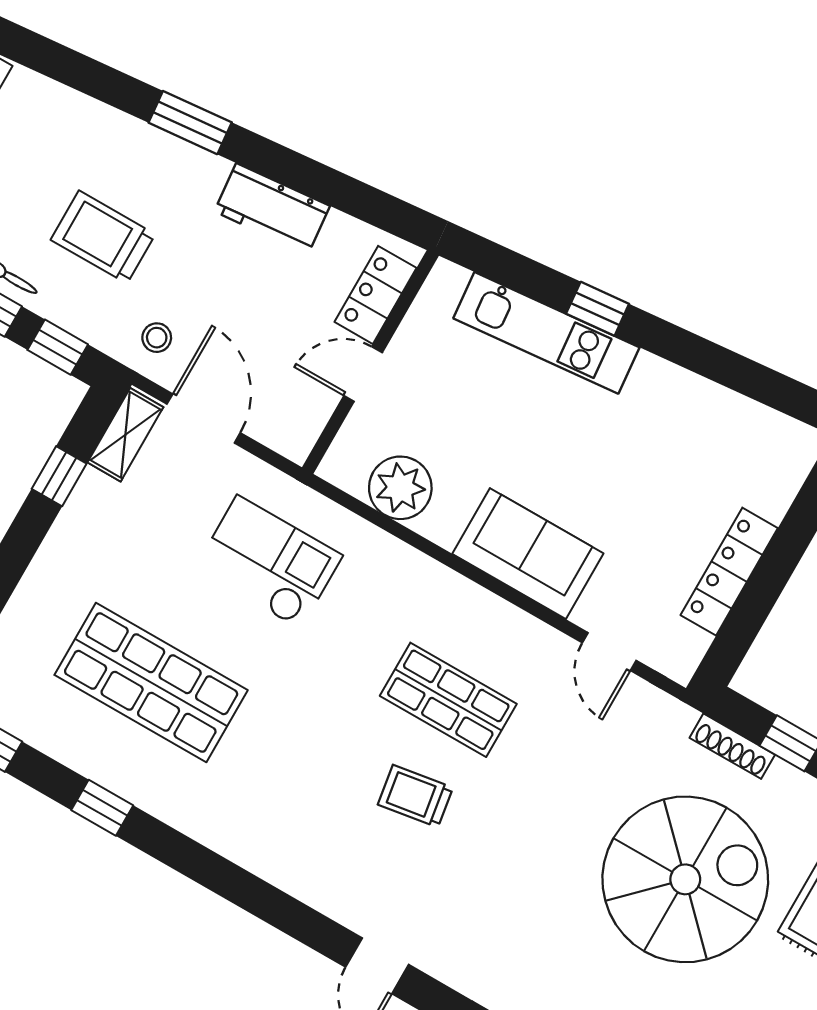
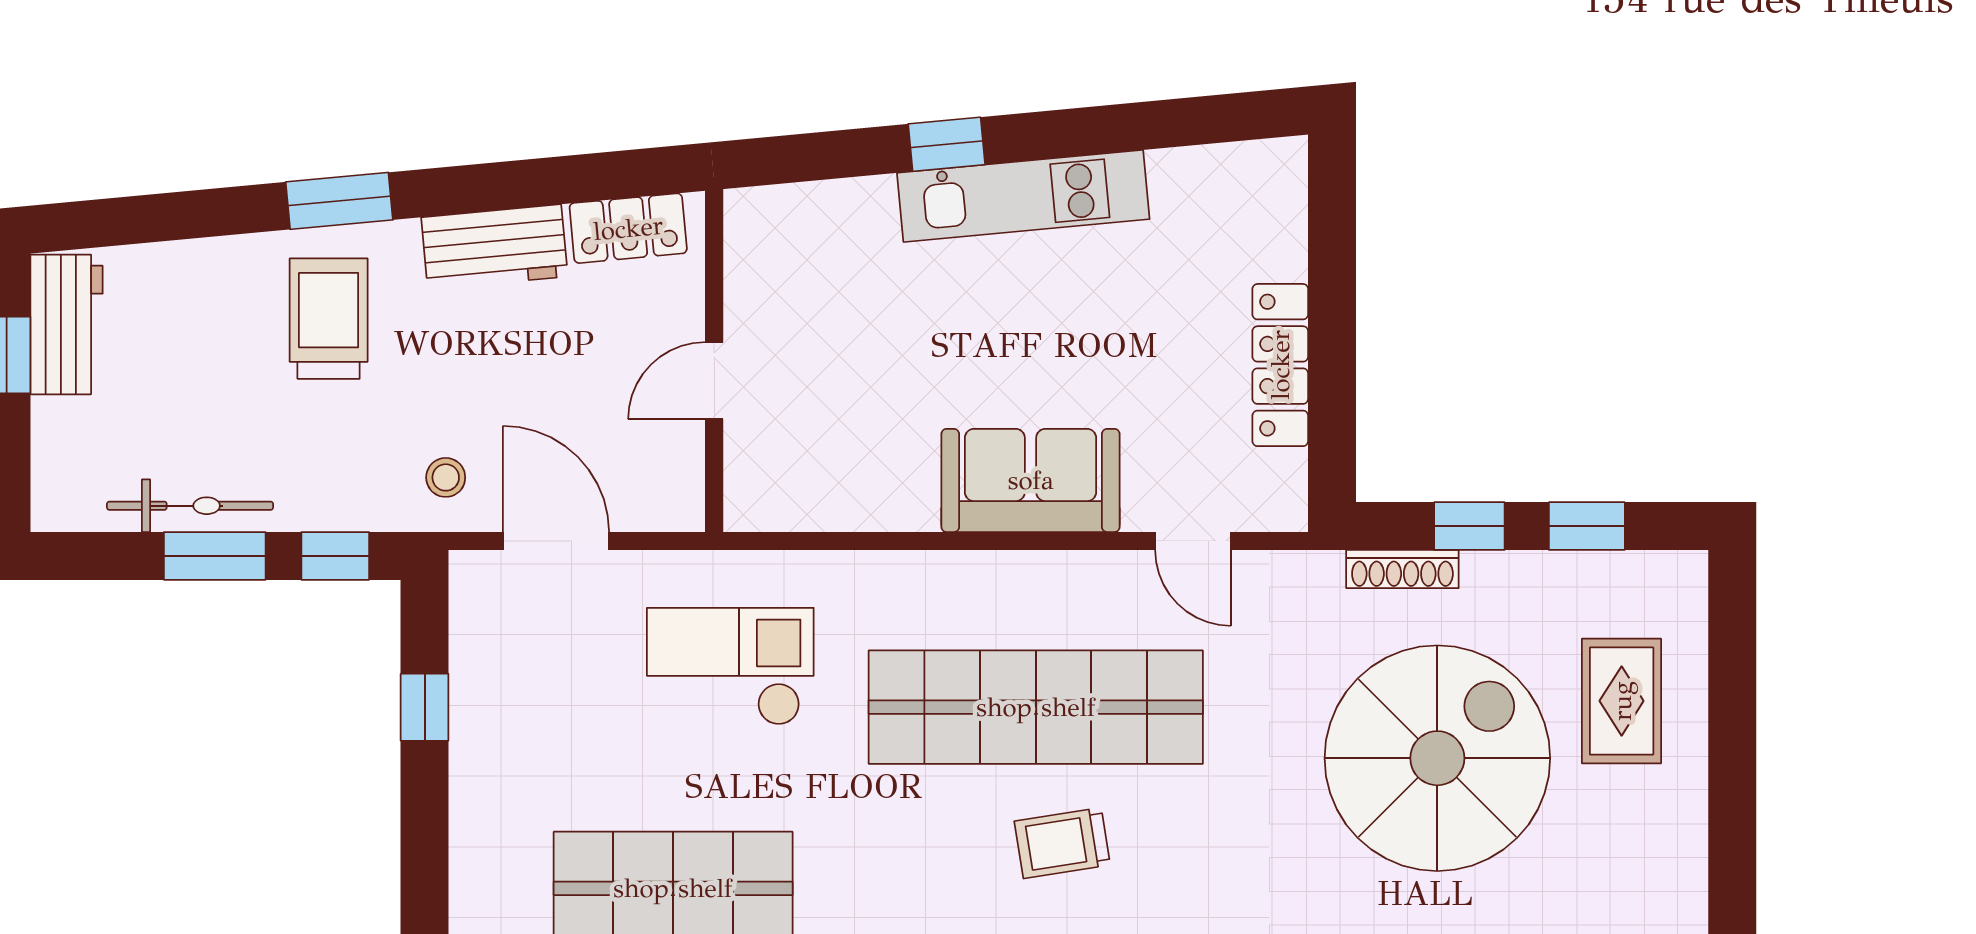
trolley: (103, 237) -> (329, 319), moved, turned 90
locker: (375, 295) -> (628, 228), moved, turned -95
kitchen unit: (546, 333) -> (1023, 196), moved
shelving: (125, 435) -> (475, 613), removed
plant: (400, 488) -> (835, 489), removed
shop shelf: (448, 700) -> (1036, 707), width x2.00, depth x1.36

